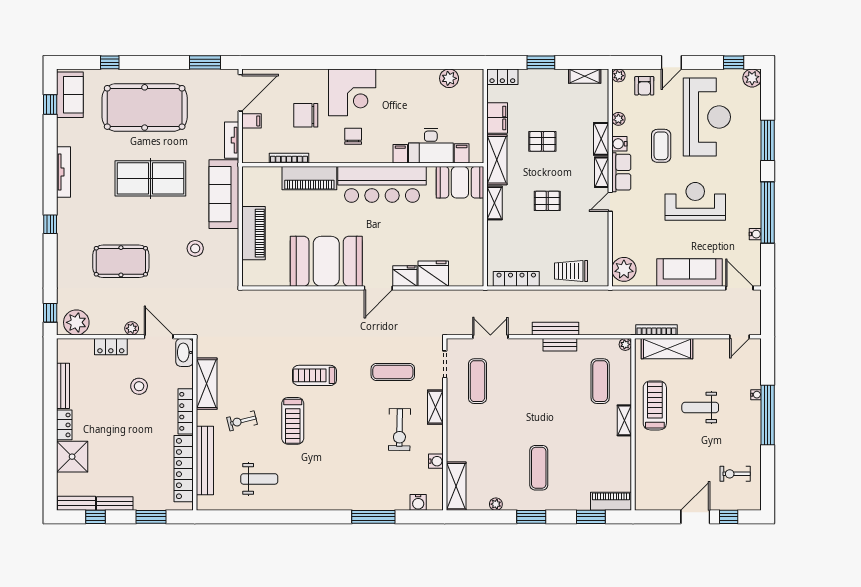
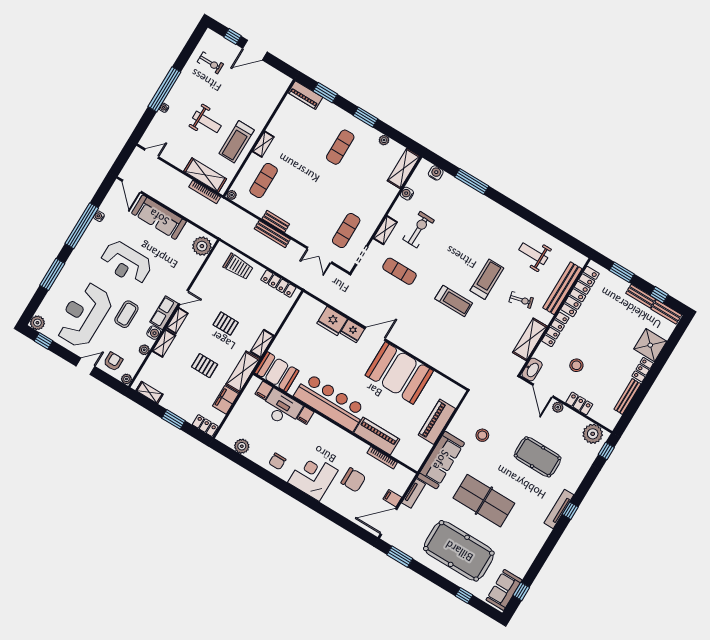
chair: (353, 136) -> (277, 461), moved
tv unit: (64, 172) -> (559, 509), moved

